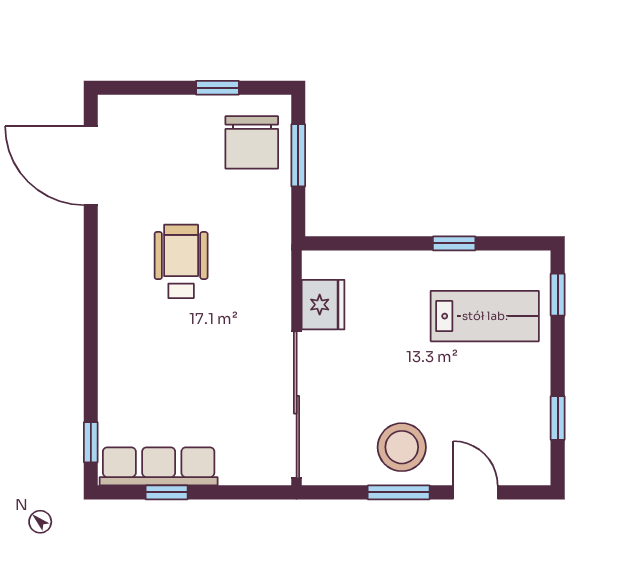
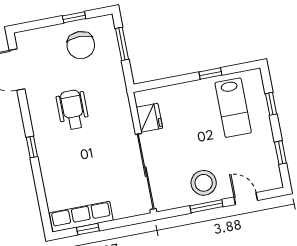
chair: (252, 142) -> (81, 45), moved
window: (558, 295) -> (271, 104), moved
lab bench: (485, 316) -> (233, 108), turned 90
window: (91, 442) -> (32, 147), moved

